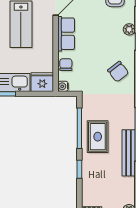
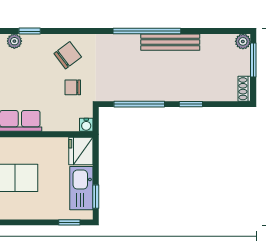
chair: (66, 65) -> (73, 87), moved
rug: (98, 137) -> (150, 81), removed

